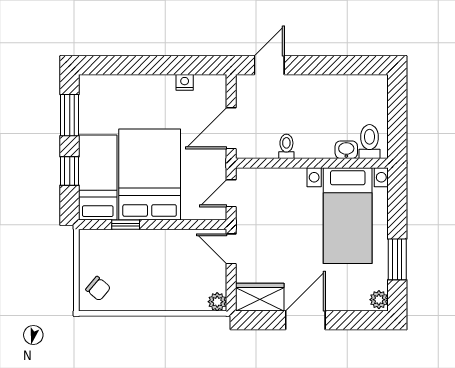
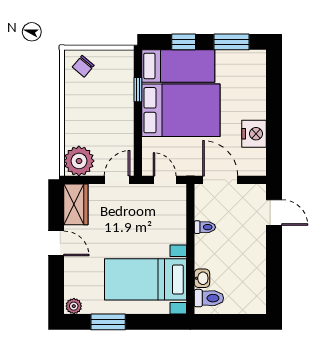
nightstand: (185, 82) -> (254, 134), width x1.89, depth x1.79
plant: (217, 302) -> (79, 161), width x1.87, depth x1.87
door: (305, 320) -> (56, 243), width x0.73

